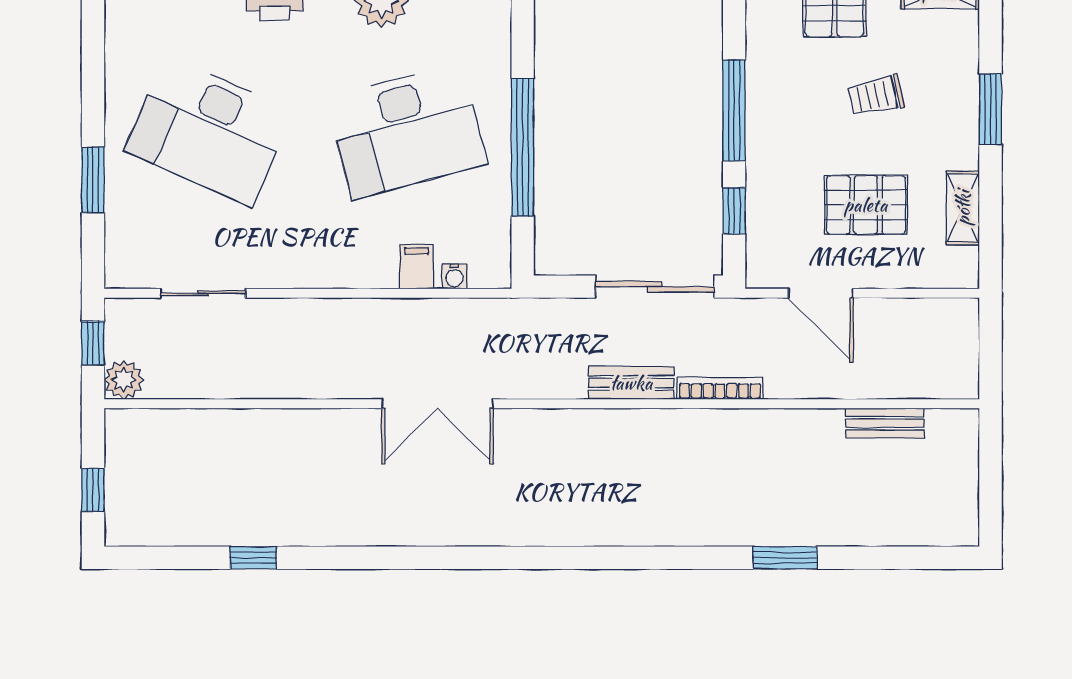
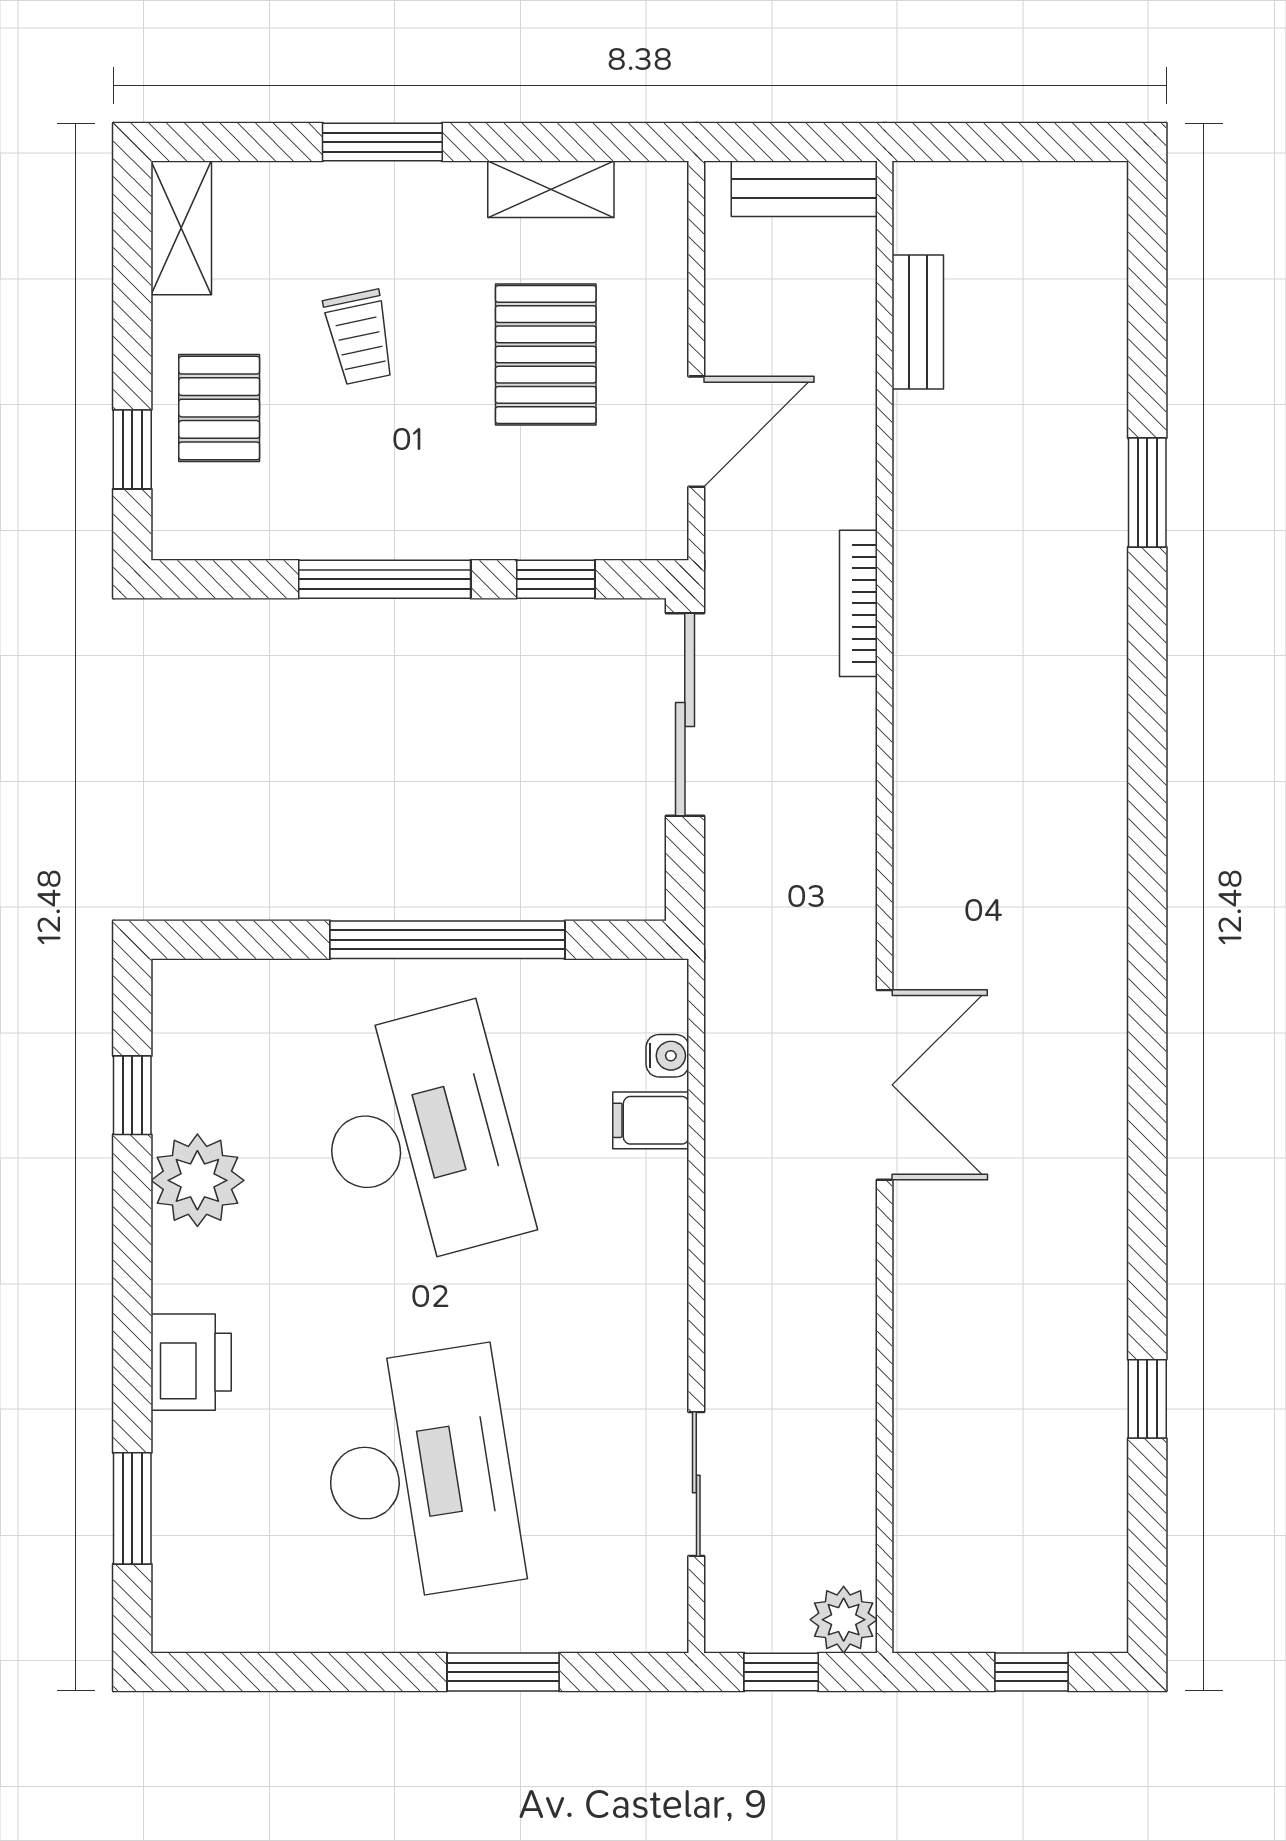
desk: (209, 131) -> (420, 1474), turned -33
bench: (631, 383) -> (804, 189), moved, turned 90

